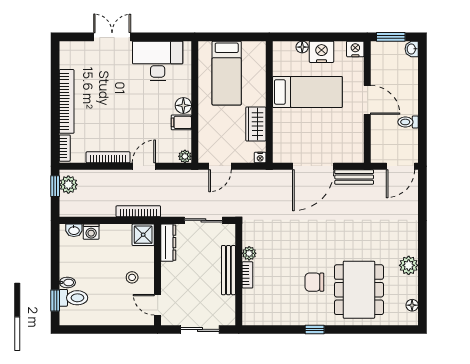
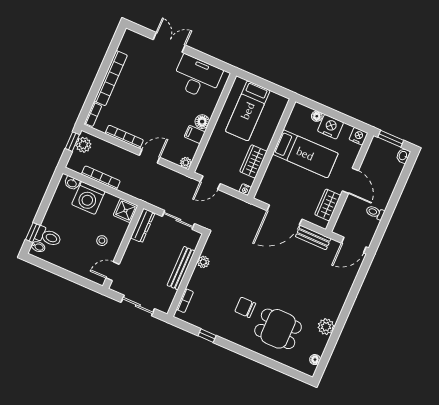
wardrobe: (354, 136) -> (328, 205), added
bookcase: (138, 211) -> (101, 178), moved
washing machine: (91, 232) -> (88, 198), width x1.89, depth x1.89
bookcase: (247, 275) -> (185, 301), moved
bidet: (67, 283) -> (38, 247), moved
dining table: (359, 290) -> (278, 329), width x0.73
door: (158, 305) -> (113, 271), hinge flipped
window: (315, 330) -> (207, 336), moved

